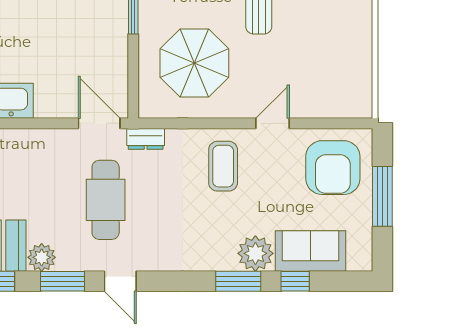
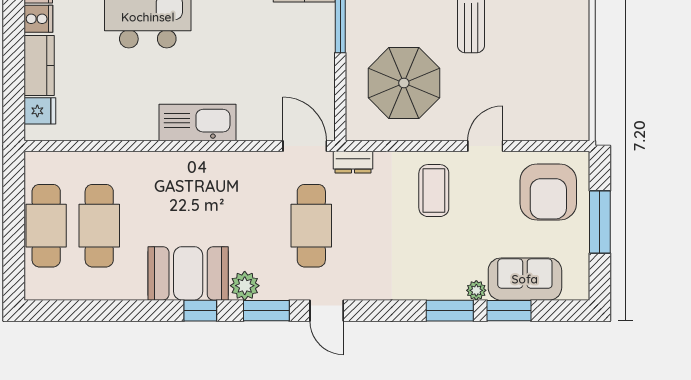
plant: (255, 253) -> (476, 290), width x0.53, depth x0.53
window: (295, 281) -> (509, 311), width x1.50

